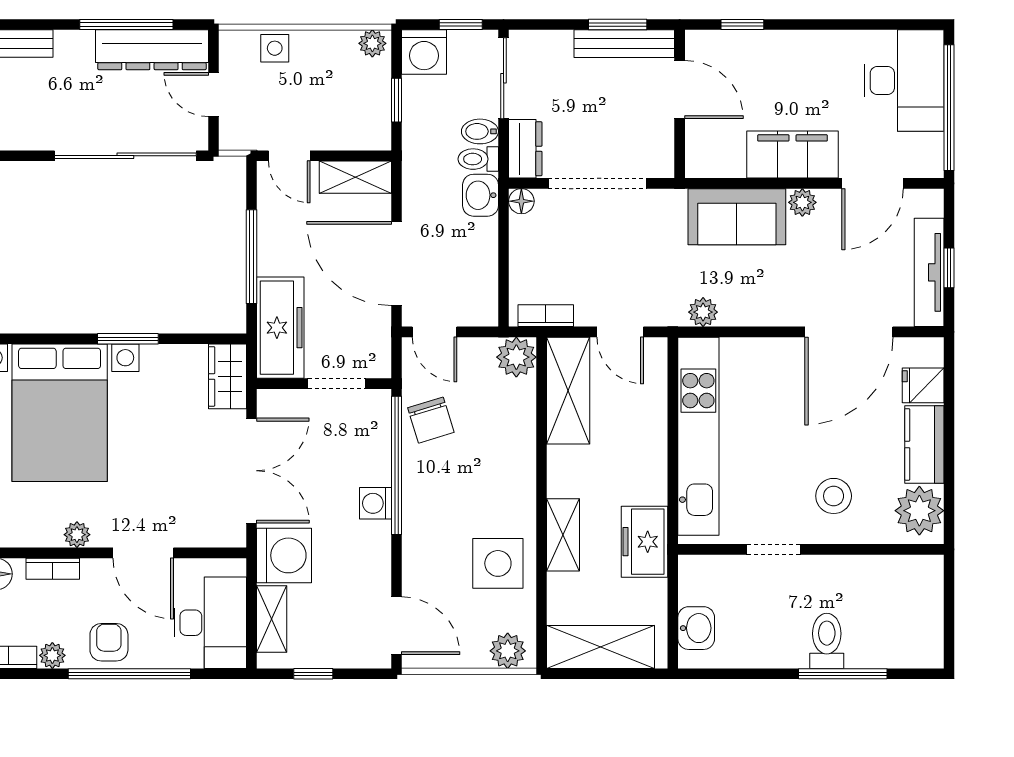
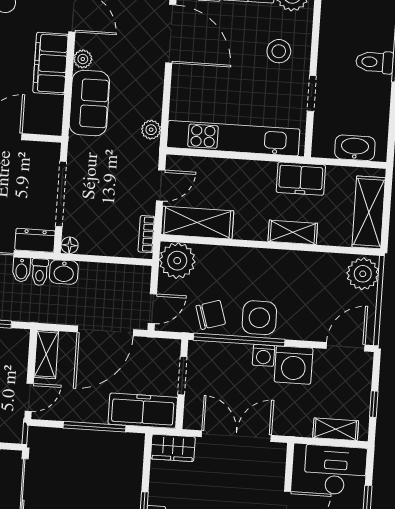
plant: (516, 357) -> (177, 261), width x1.36, depth x1.36
washing machine: (284, 555) -> (294, 365), moved, turned 180
side table: (498, 563) -> (259, 318), moved
washbasin: (696, 628) -> (355, 148), width x1.38
plant: (508, 651) -> (363, 274), width x1.36, depth x1.36

